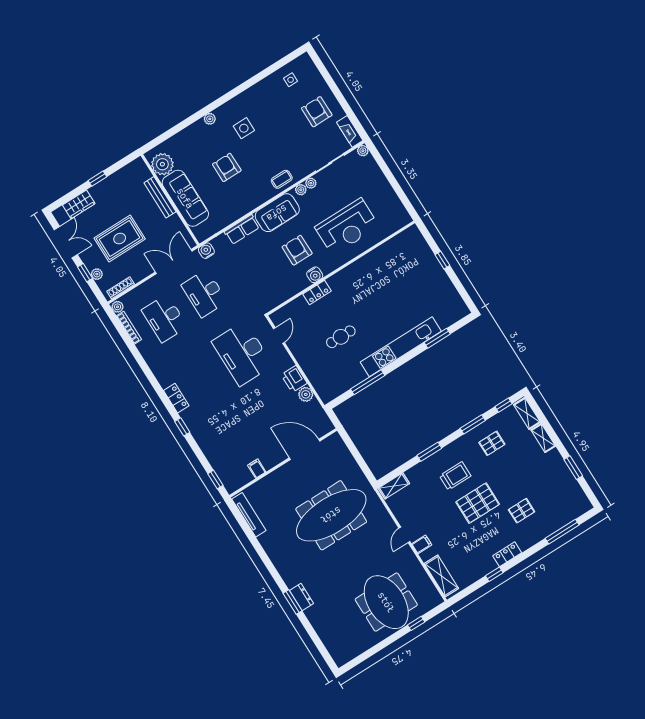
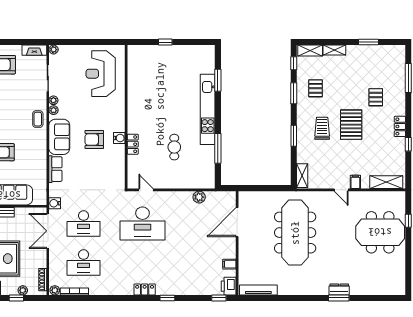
reception desk: (347, 227) -> (101, 74), moved, turned 180
printer: (294, 379) -> (229, 286), moved, turned 90

